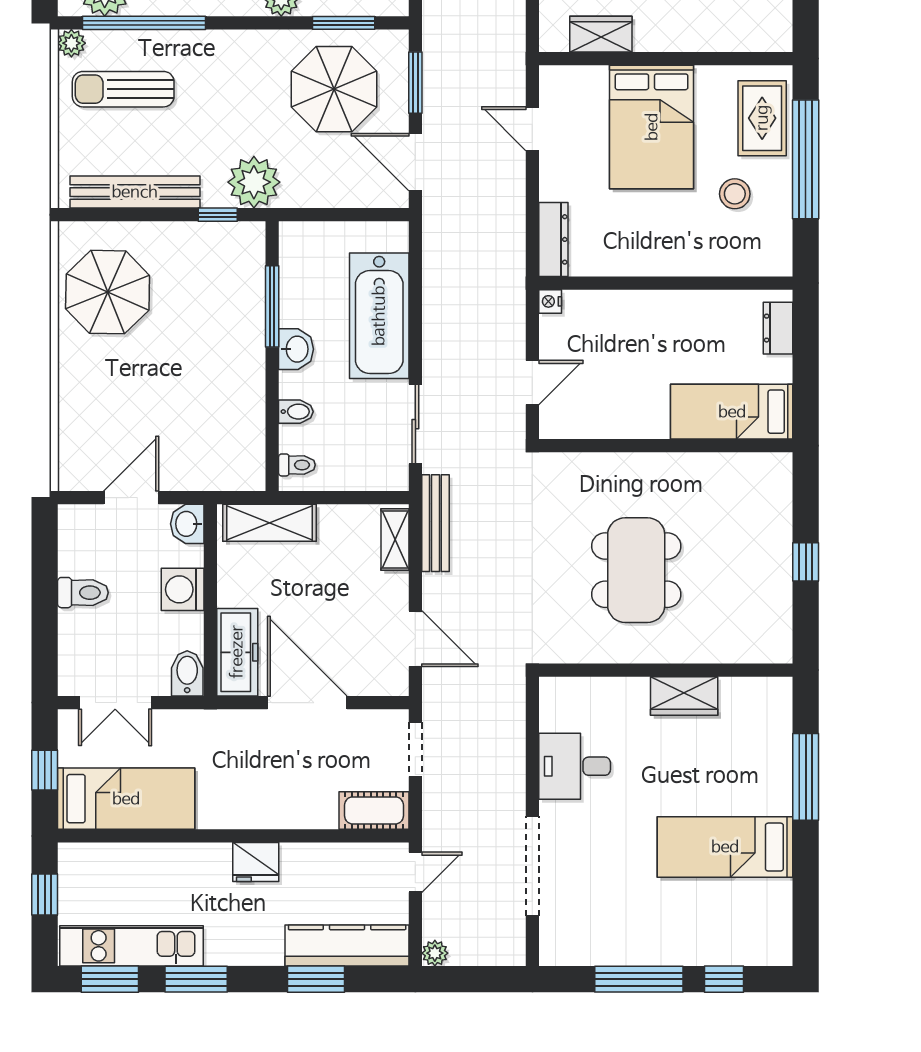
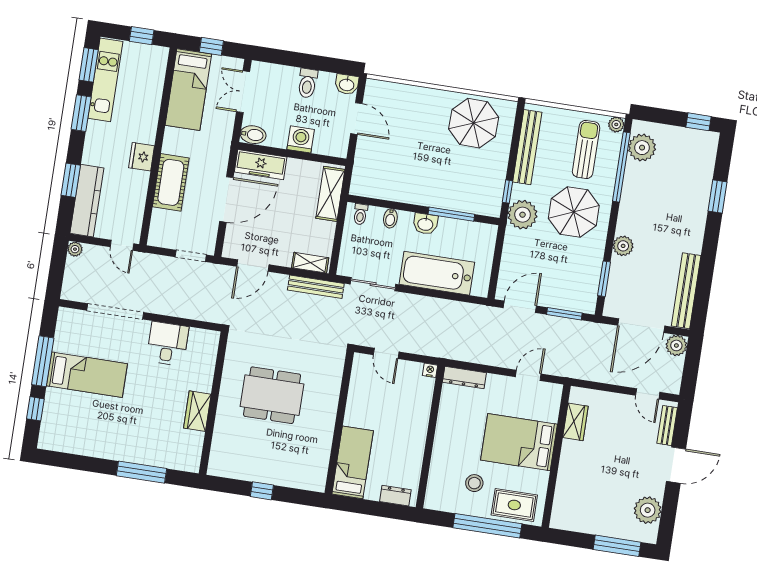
parasol: (334, 89) -> (574, 212), moved
washbasin: (187, 524) -> (347, 84), moved, turned 180
cot: (374, 810) -> (171, 182), moved, width x1.37, depth x1.34
bed: (725, 847) -> (87, 375), moved, turned 90

